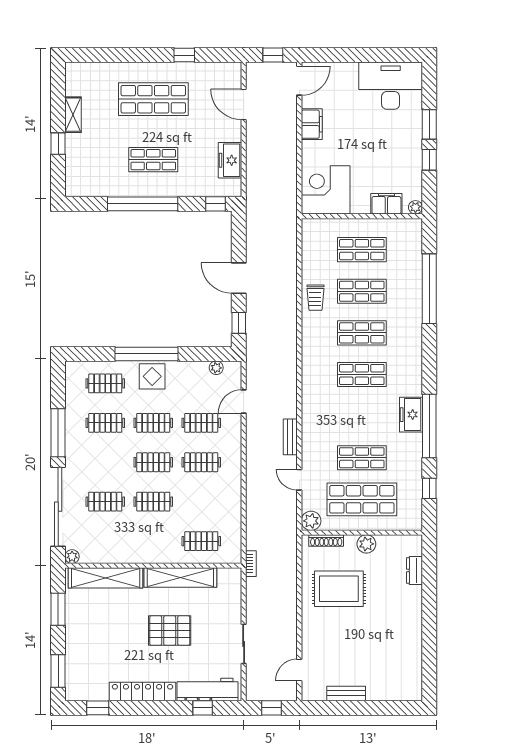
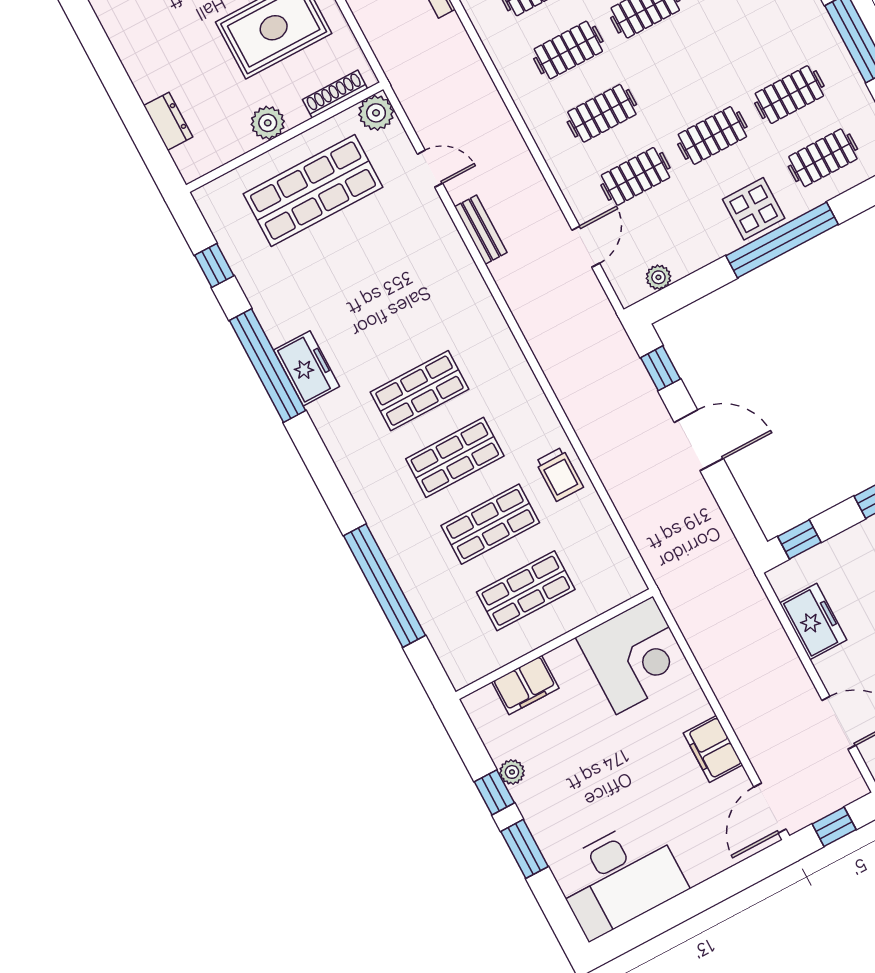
plant: (415, 207) -> (512, 772), moved
trolley: (315, 298) -> (559, 474), turned 180
shop shelf: (362, 458) -> (348, 257), removed
clothes rail: (153, 462) -> (568, 50), moved

